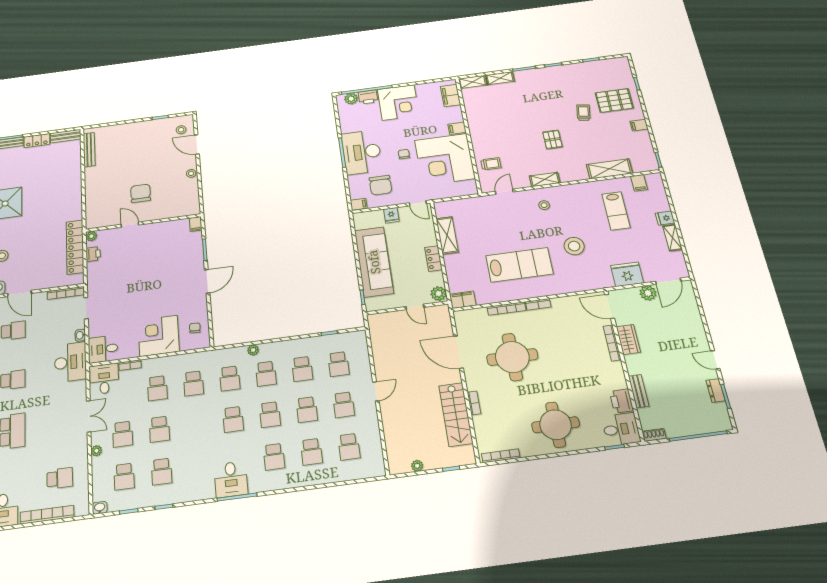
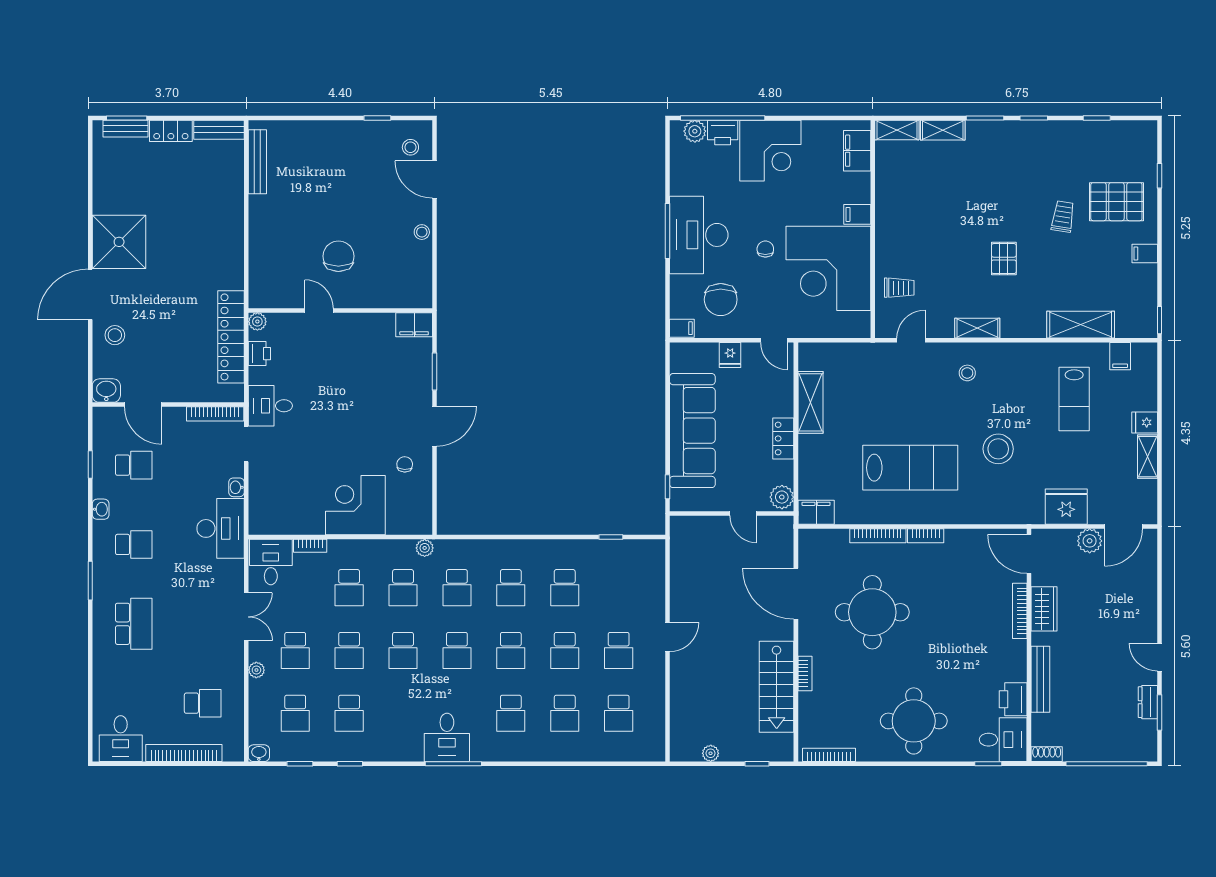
filing cabinet: (196, 224) -> (414, 325), width x2.00
chair: (195, 328) -> (405, 464), moved
desk: (103, 349) -> (270, 406), moved
plant: (253, 350) -> (425, 548), moved
school desk: (338, 364) -> (403, 650), moved
bench: (639, 391) -> (1040, 679), width x1.36

